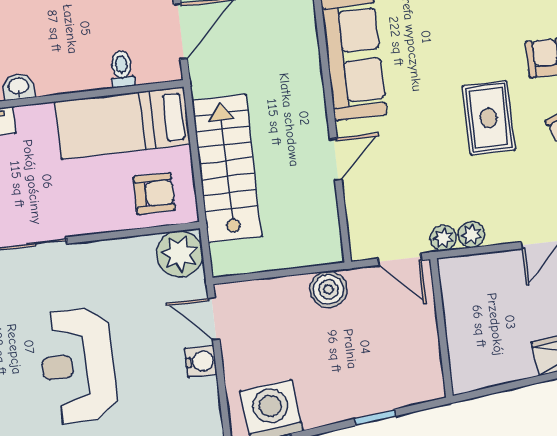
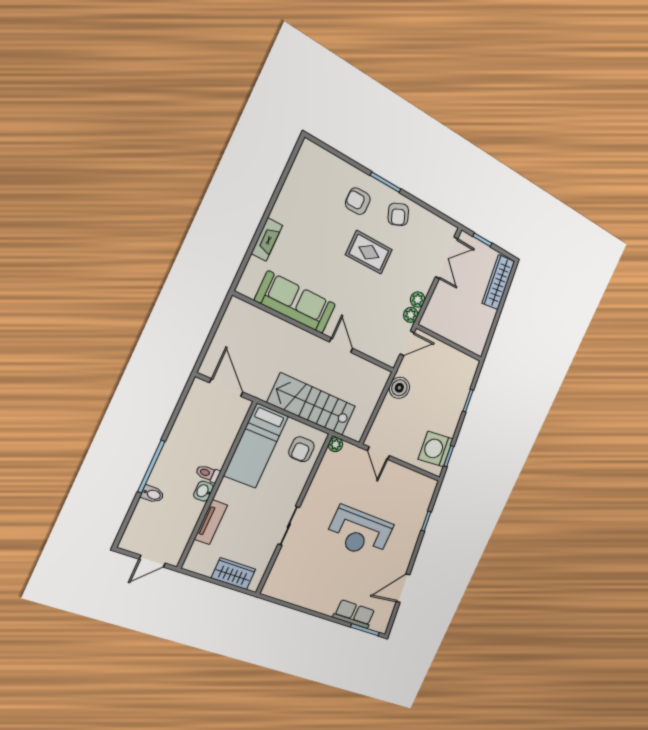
toilet: (122, 69) -> (208, 473), moved
armchair: (154, 194) -> (301, 449), turned 180
plant: (180, 254) -> (336, 445), width x0.53, depth x0.53
door: (214, 319) -> (378, 453), hinge flipped
water cooler: (201, 361) -> (394, 471), removed

